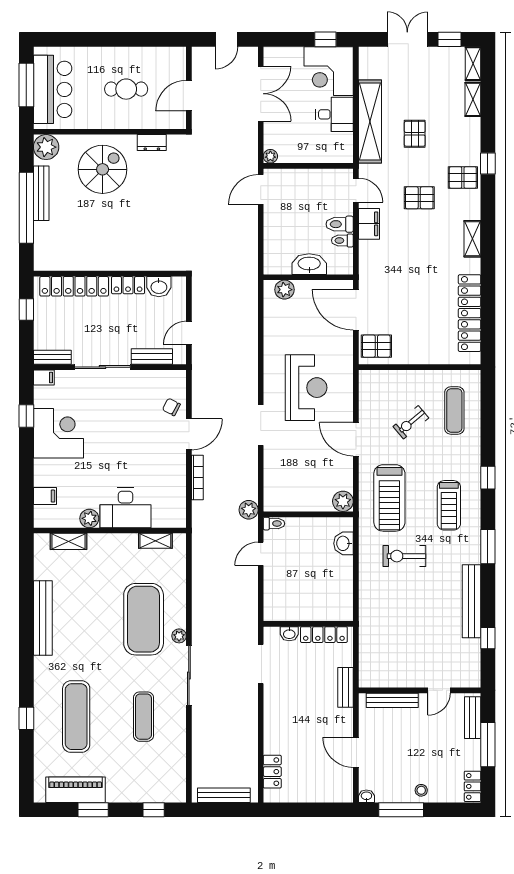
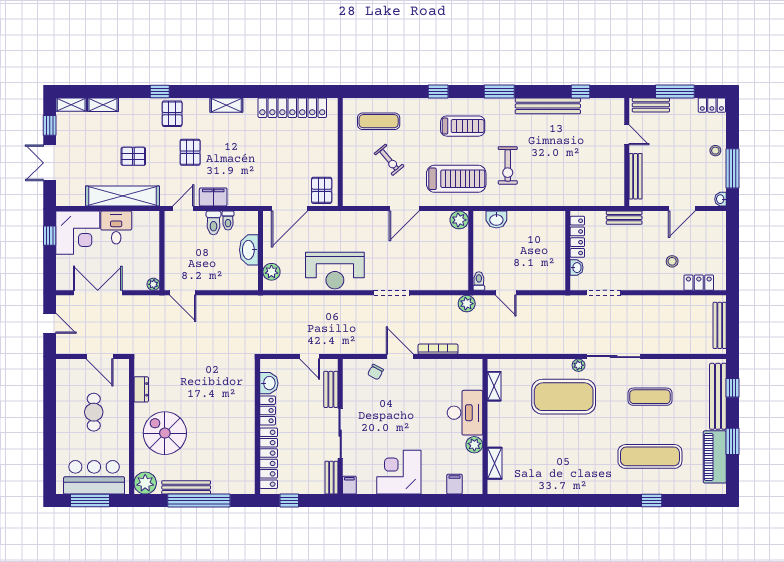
reception desk: (306, 388) -> (335, 271), moved, turned 180
window: (26, 416) -> (383, 501), removed
bench: (43, 618) -> (718, 396), moved, turned 90
stool: (296, 742) -> (672, 261), added

